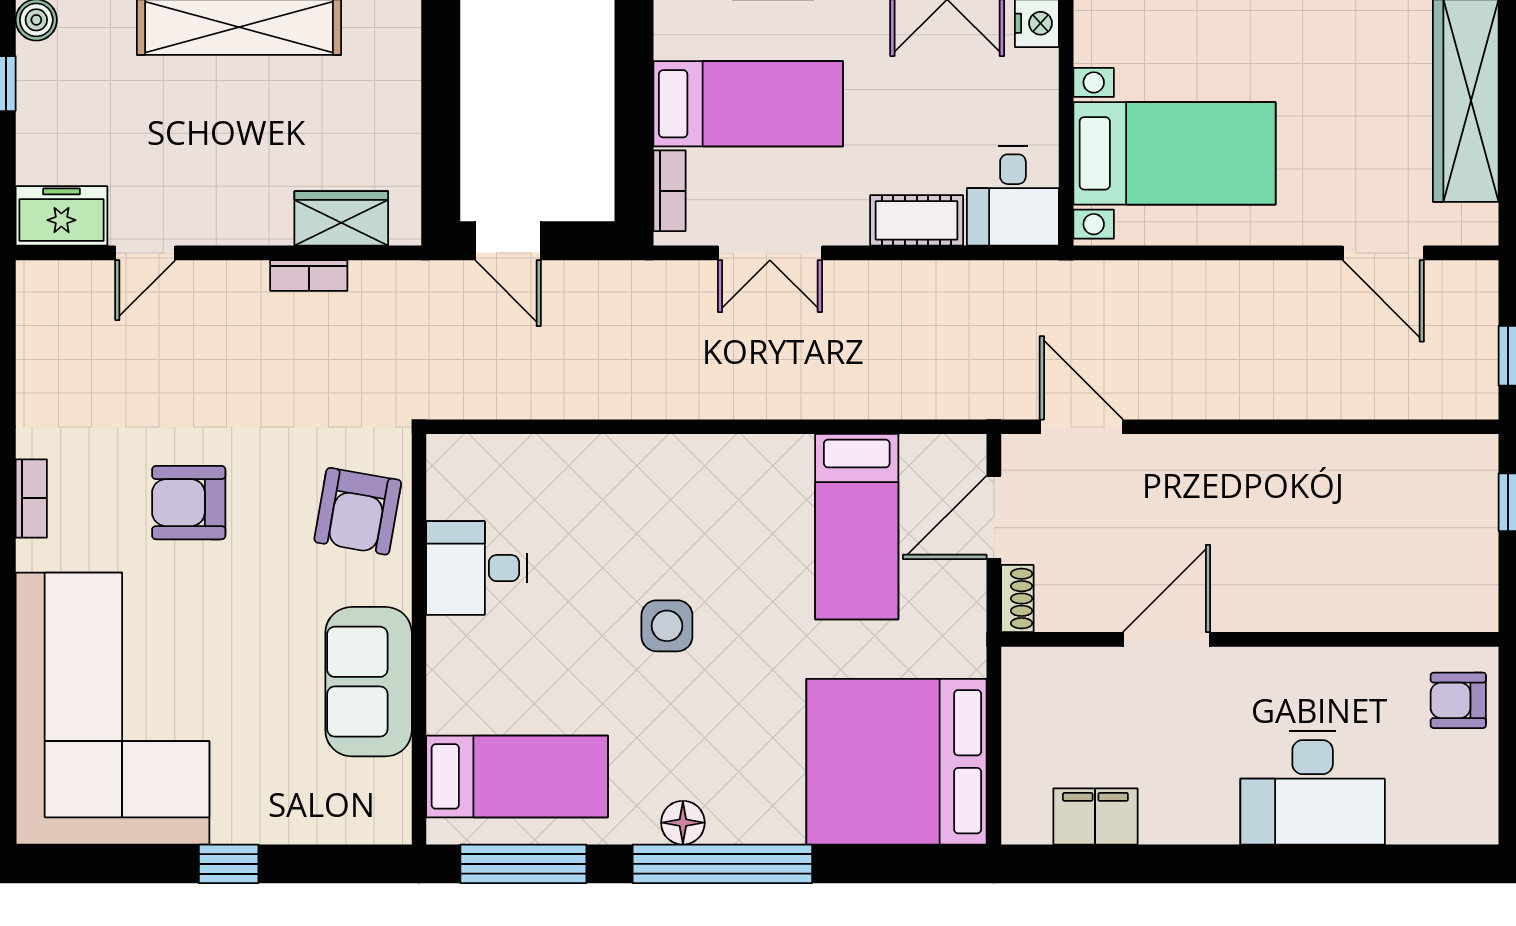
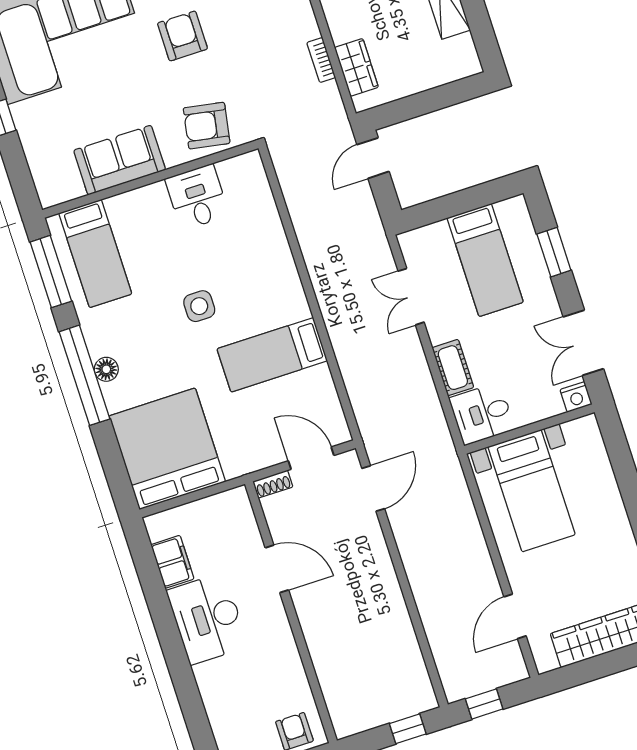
bookcase: (669, 191) -> (426, 234), removed
bed: (857, 527) -> (272, 355), moved
desk: (1313, 788) -> (207, 619), moved
floor lamp: (683, 823) -> (106, 369), moved

